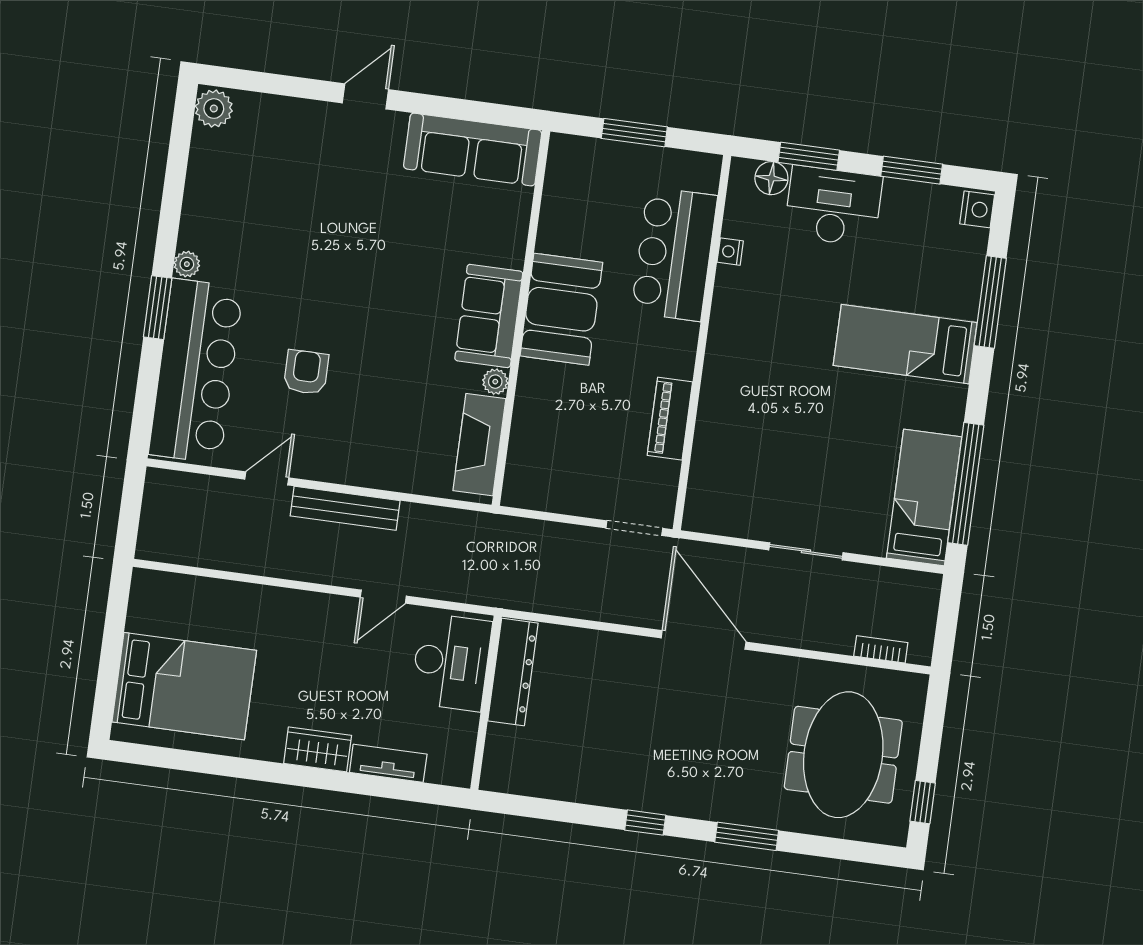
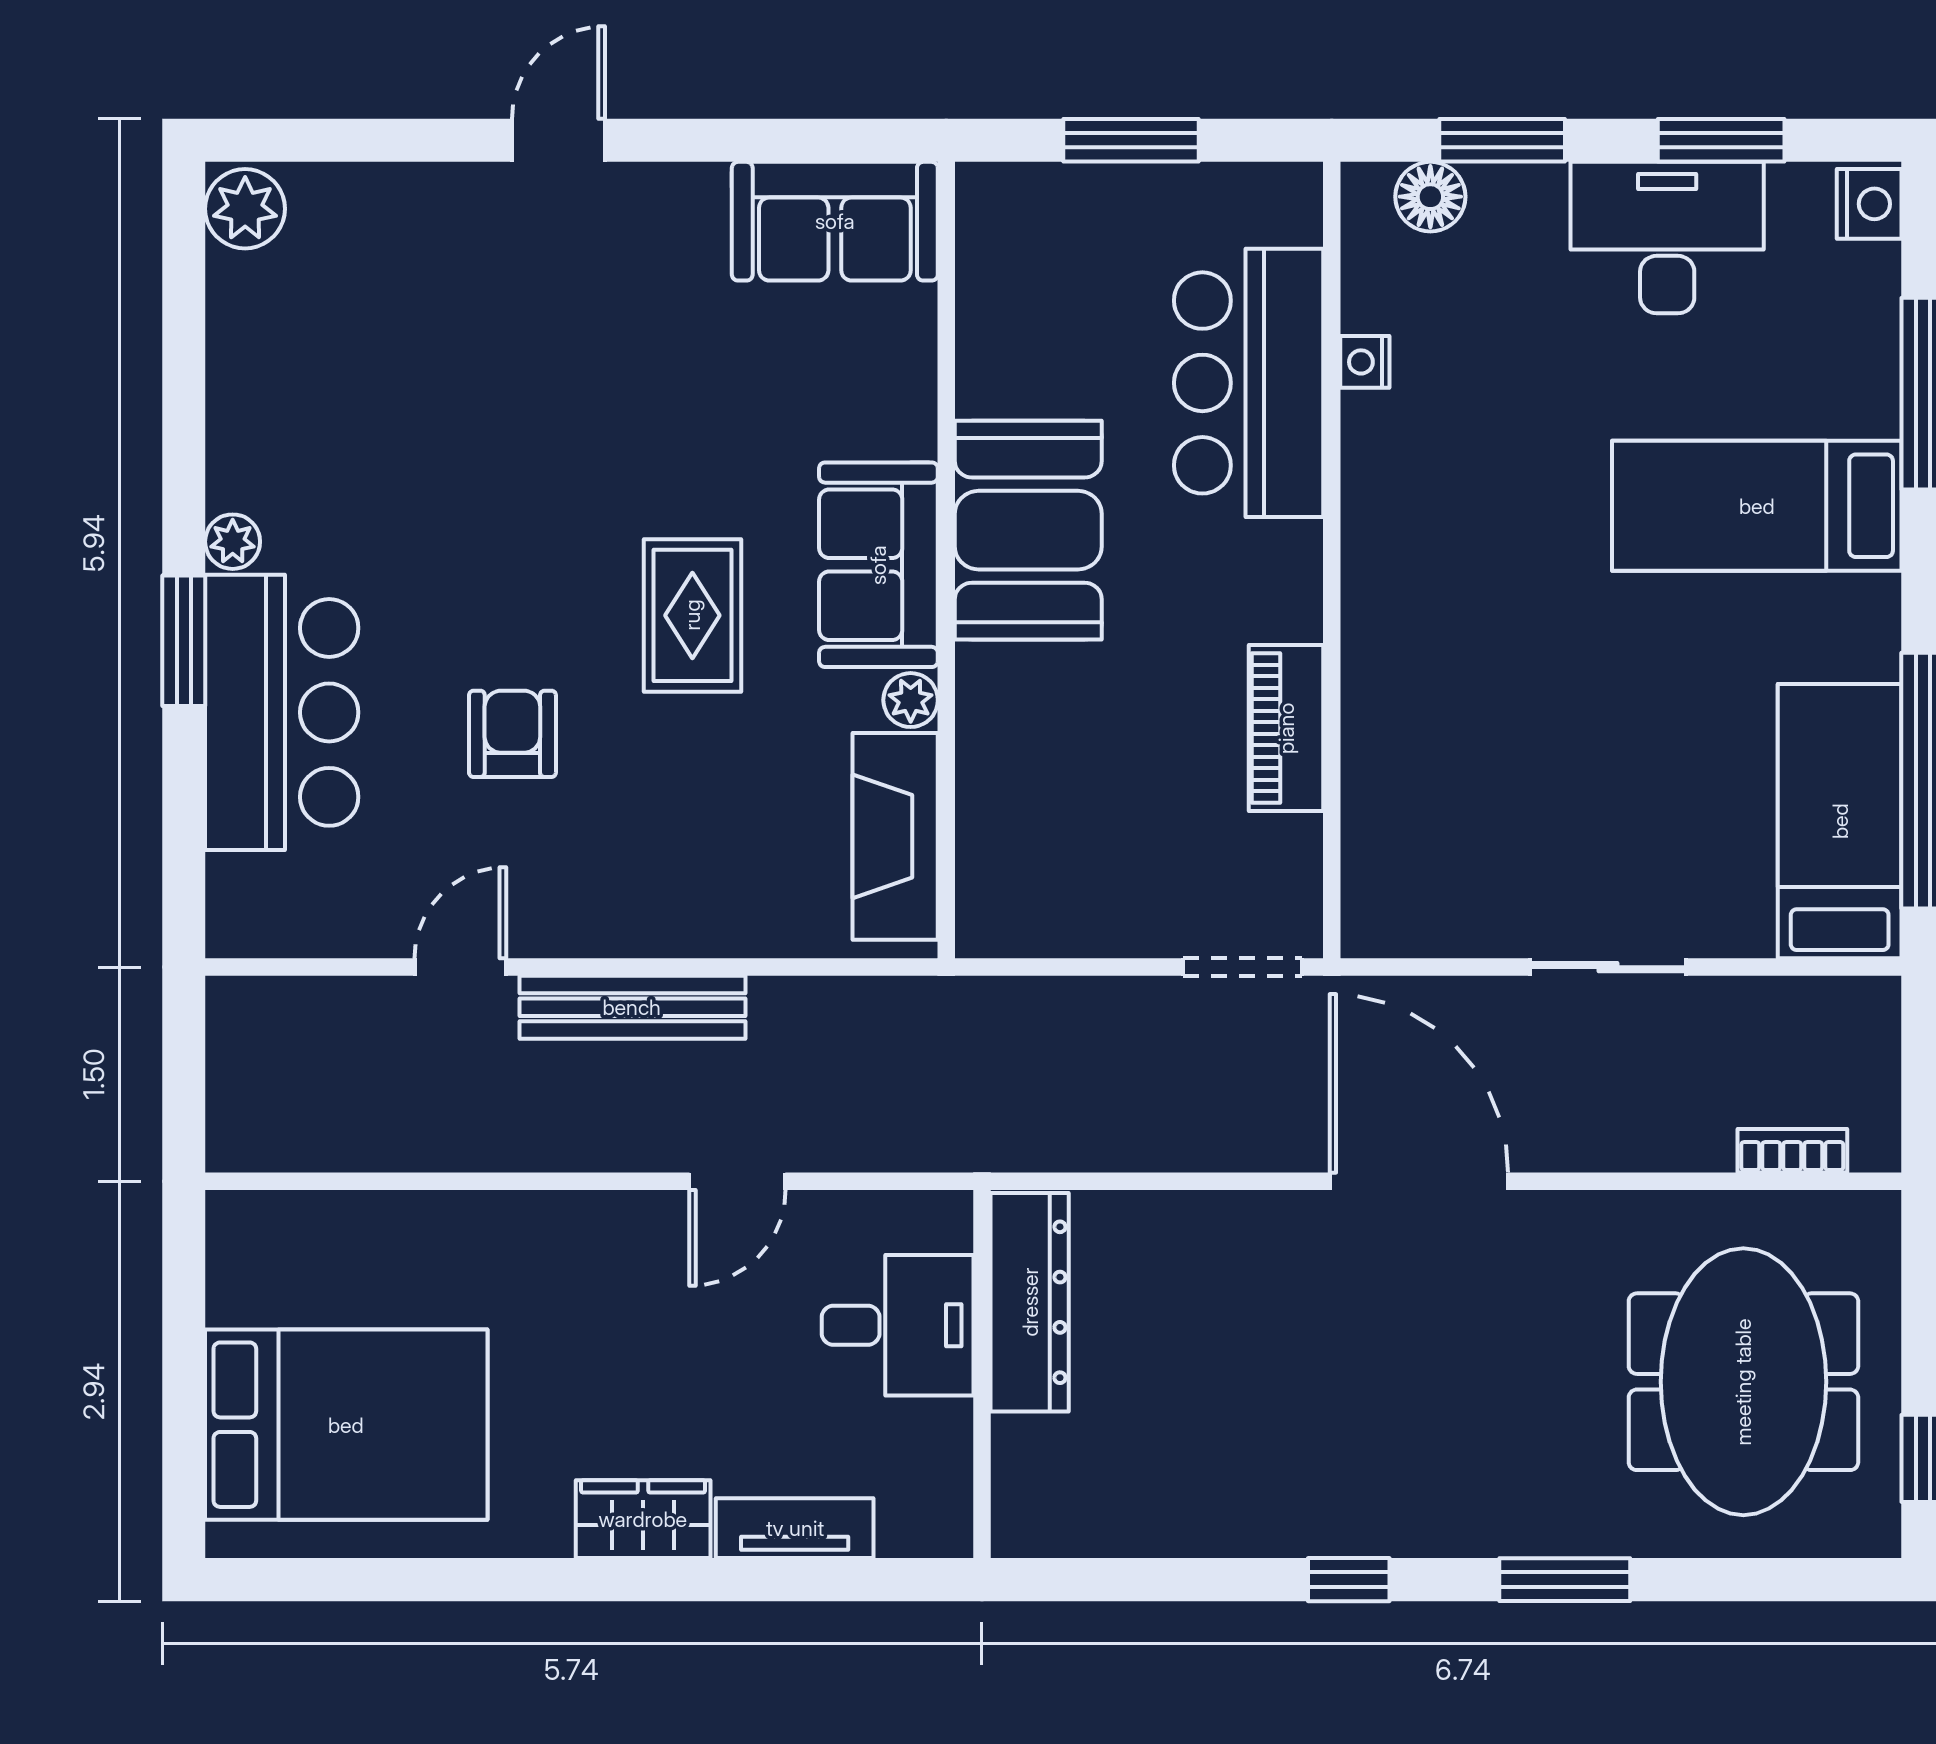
sofa: (473, 149) -> (835, 221), width x0.73
desk: (833, 206) -> (1667, 238), moved
rug: (398, 328) -> (692, 615), added
bar counter: (196, 371) -> (282, 712), width x0.73
desk: (451, 662) -> (898, 1325), width x0.73

